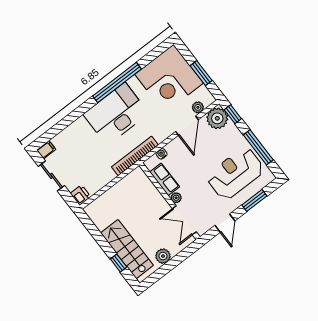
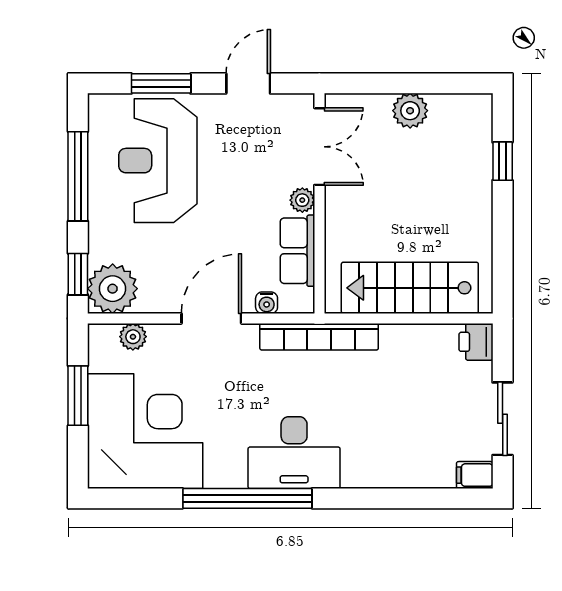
desk: (116, 114) -> (294, 453), width x0.73, depth x0.77
door: (187, 126) -> (211, 318), moved
reception desk: (235, 173) -> (158, 161), turned 90
stairs: (127, 249) -> (410, 288), moved, turned 90

